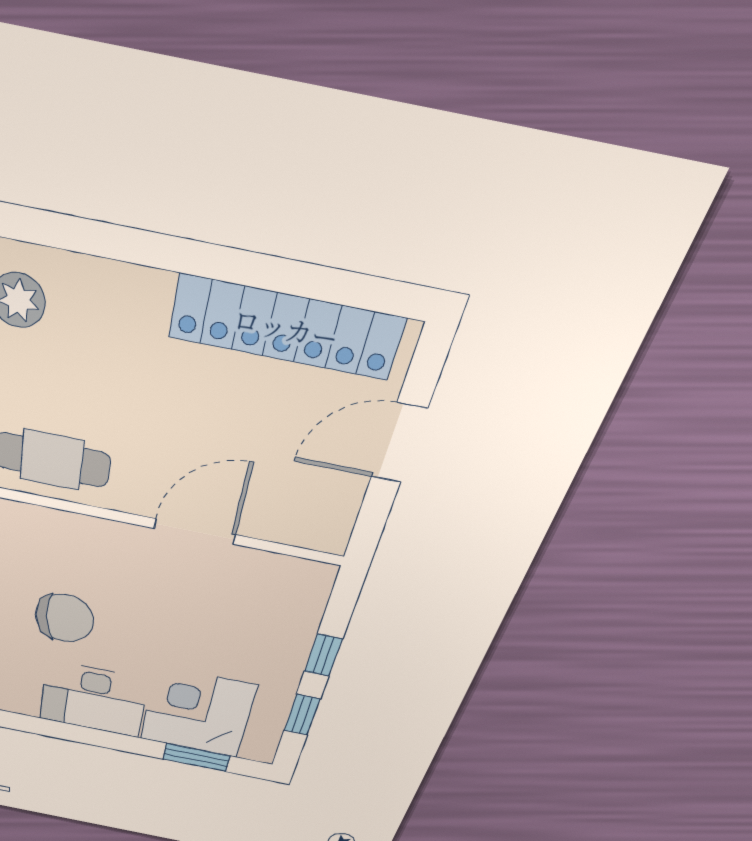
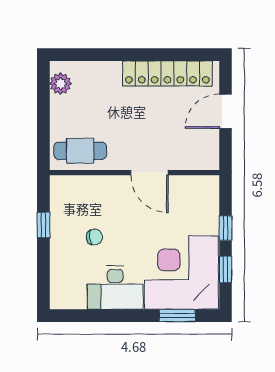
door: (195, 531) -> (149, 173), swing flipped
chair: (65, 618) -> (94, 237), width x0.54, depth x0.54
corner desk: (197, 712) -> (181, 272), width x1.36, depth x1.36

